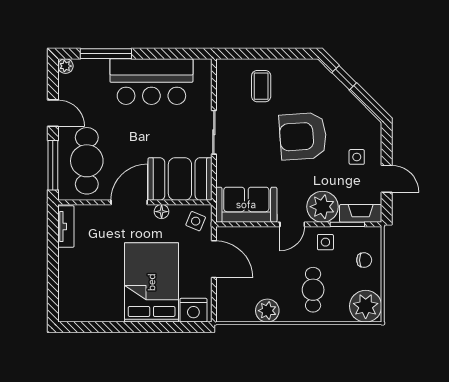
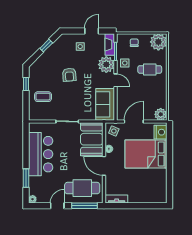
window: (106, 54) -> (26, 178), width x0.69
window: (285, 54) -> (26, 84), added
window: (344, 78) -> (46, 46), moved
armchair: (303, 136) -> (69, 75), width x0.53, depth x0.53
plant: (267, 311) -> (161, 114), moved

